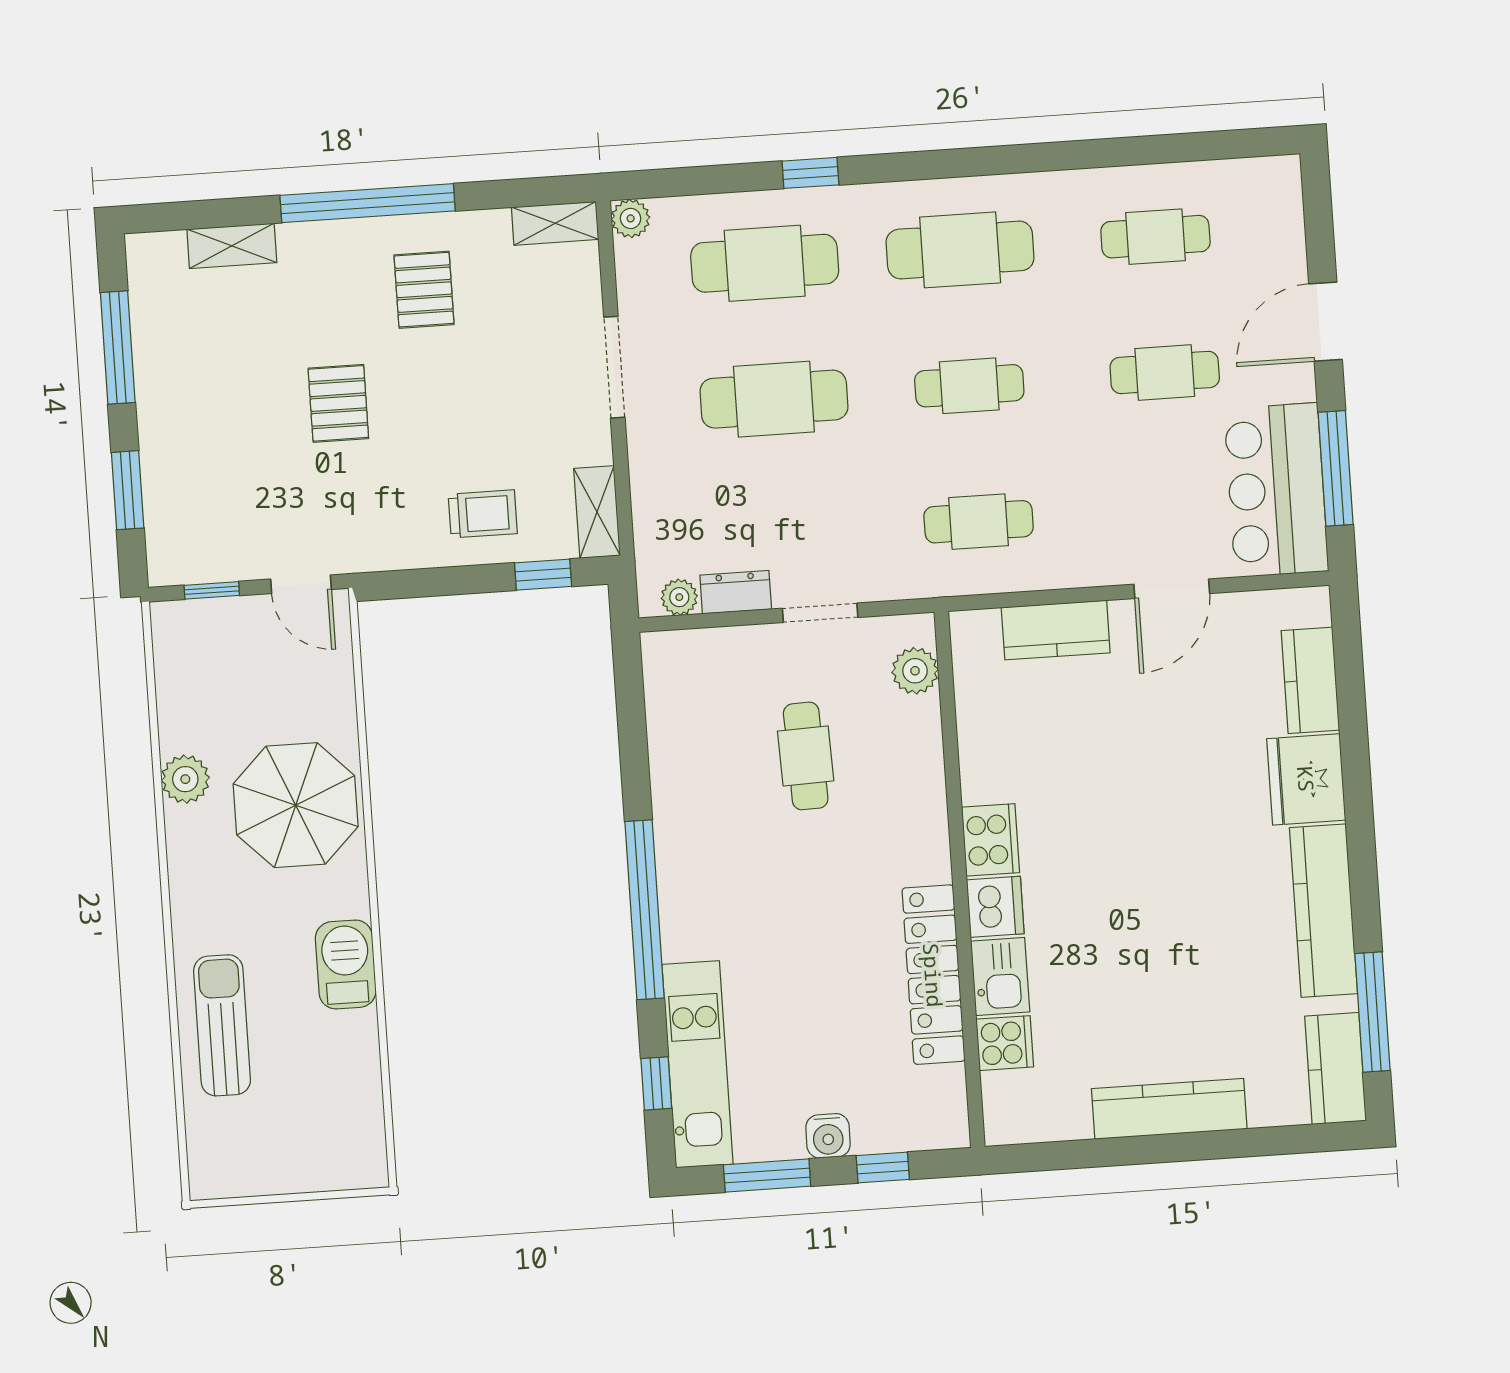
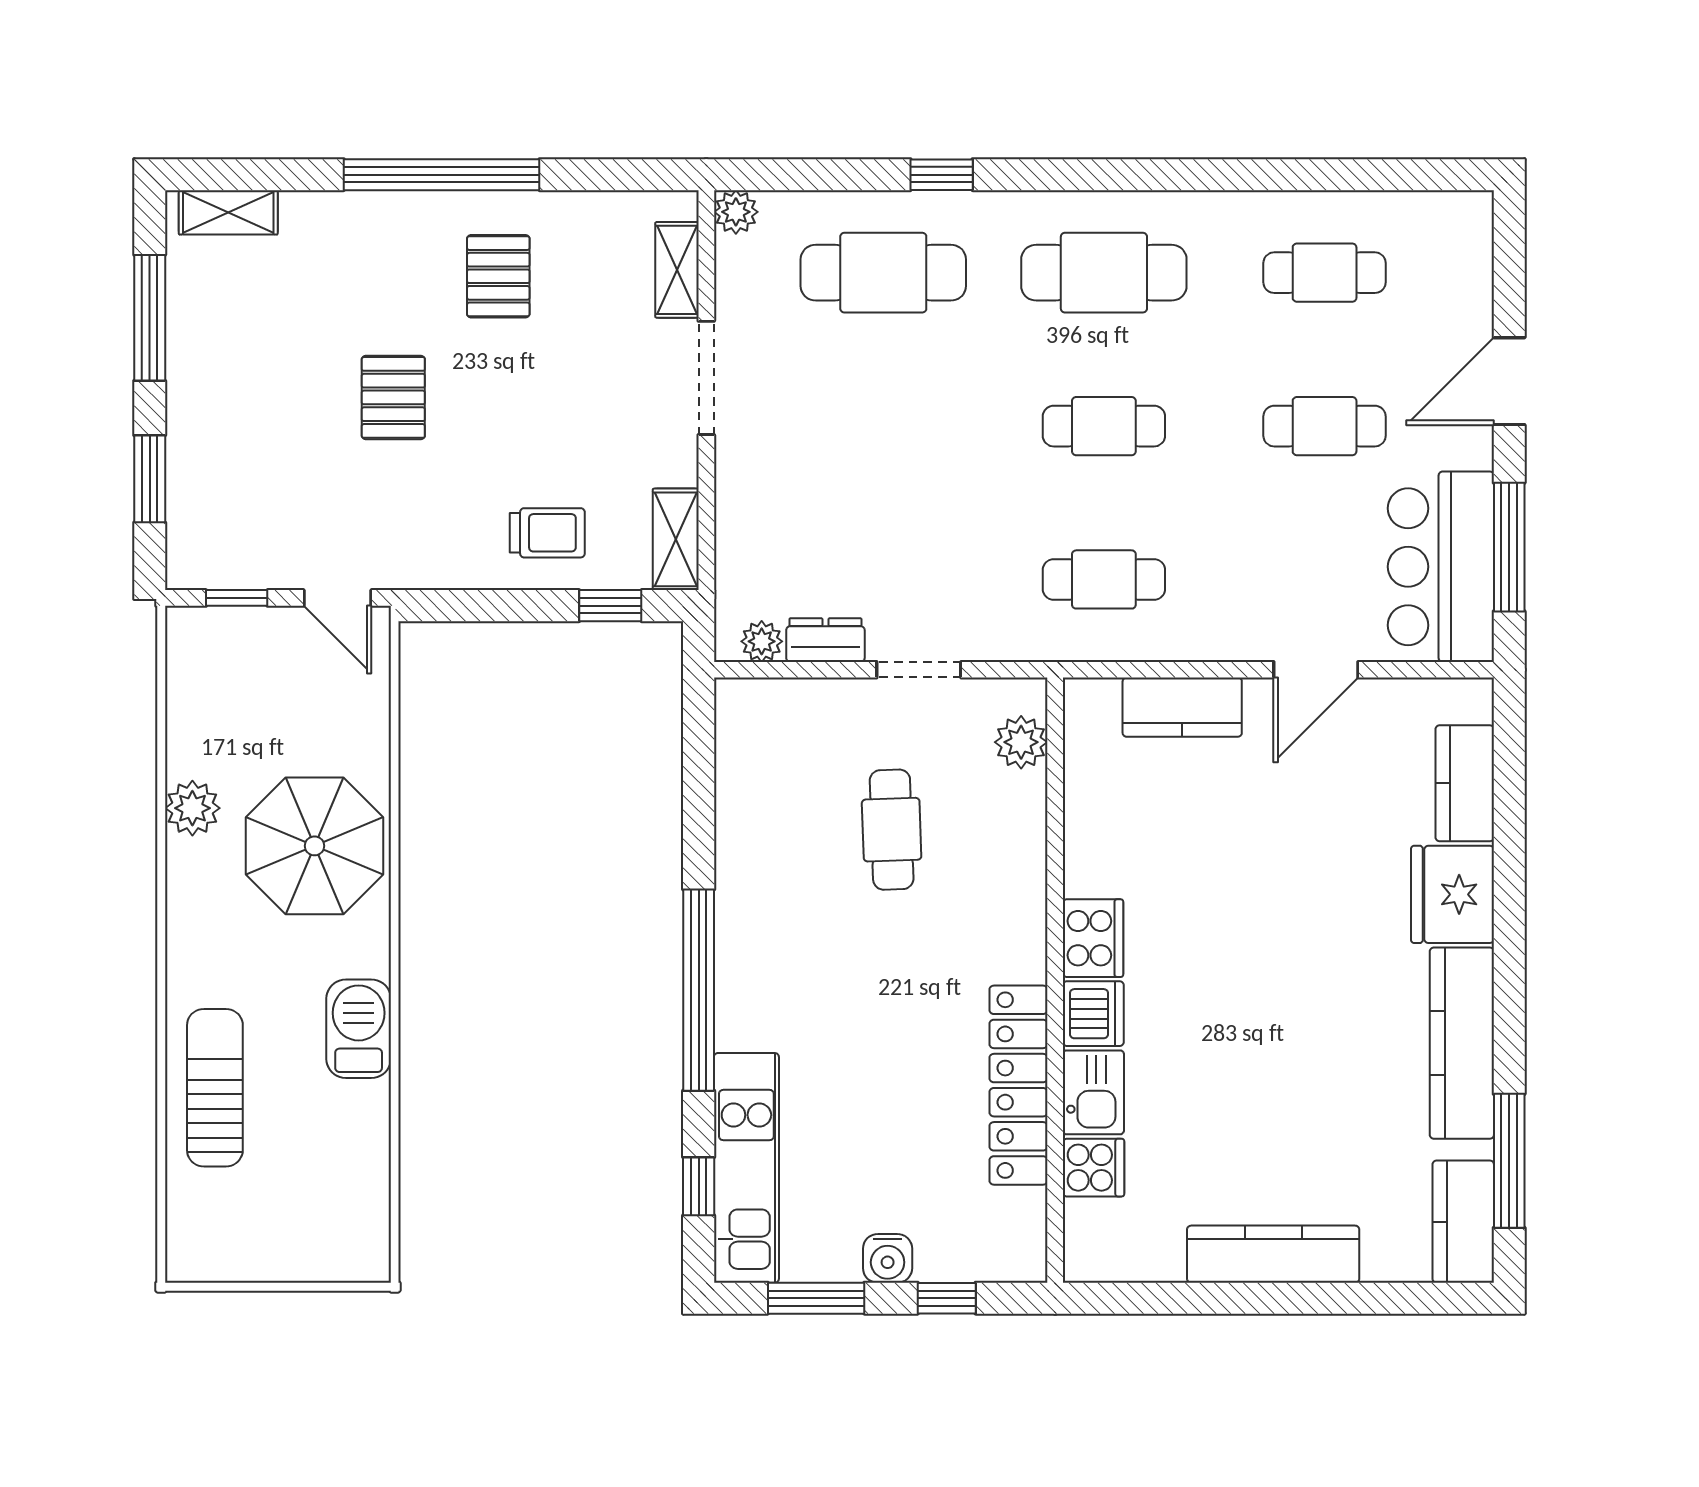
shelving: (555, 223) -> (677, 270), moved, turned 90
shelving: (232, 246) -> (228, 212), moved
cafe table: (774, 399) -> (883, 426), removed

